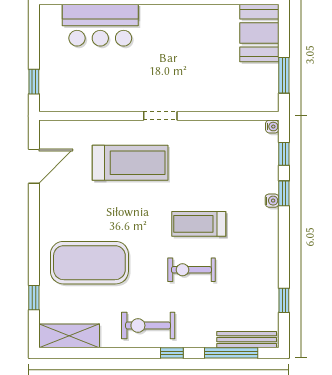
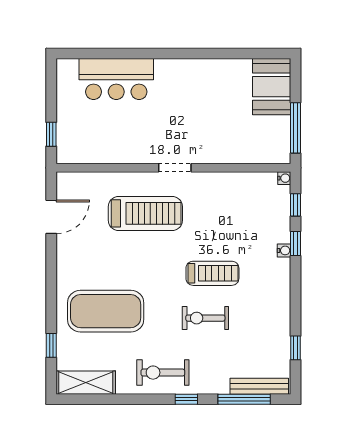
window: (284, 75) -> (296, 128), width x1.44
treadmill: (199, 224) -> (212, 273), turned 180

